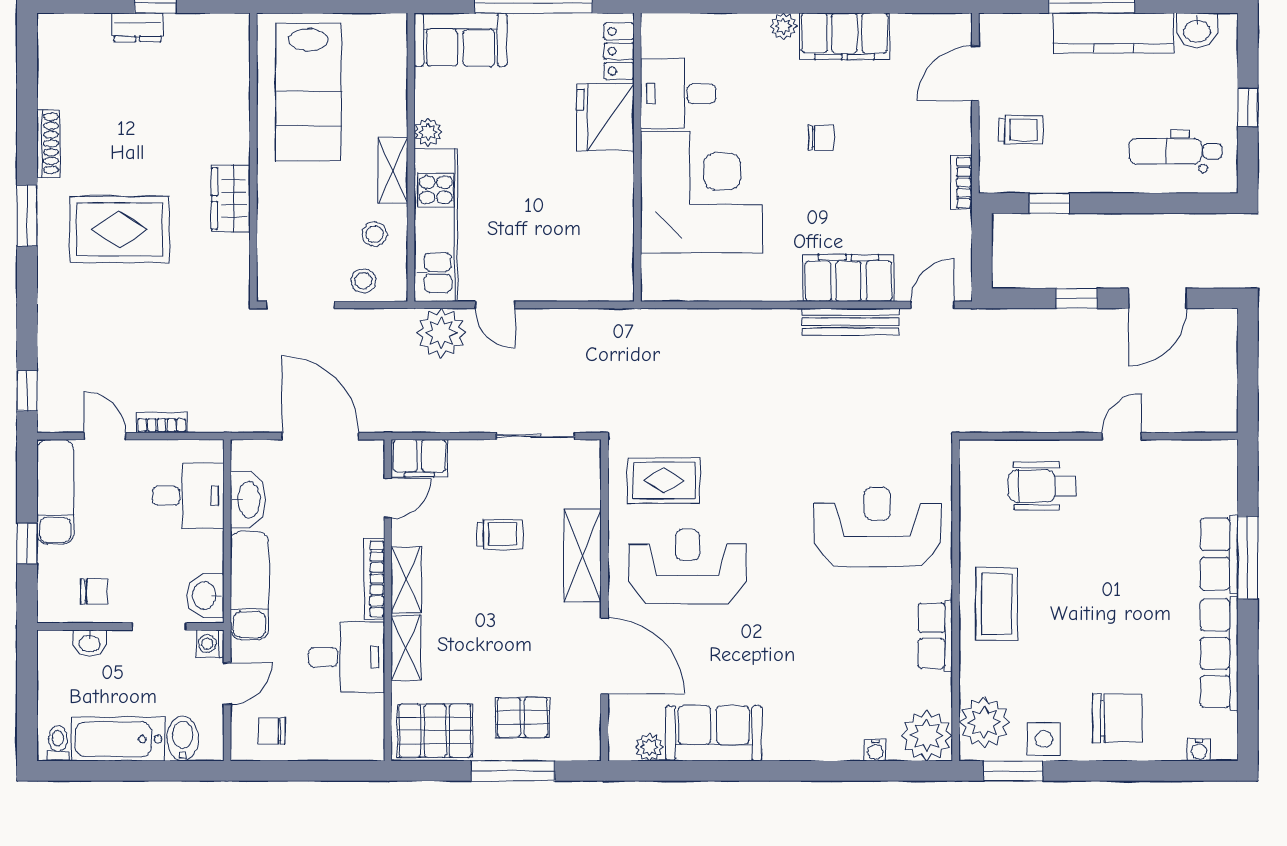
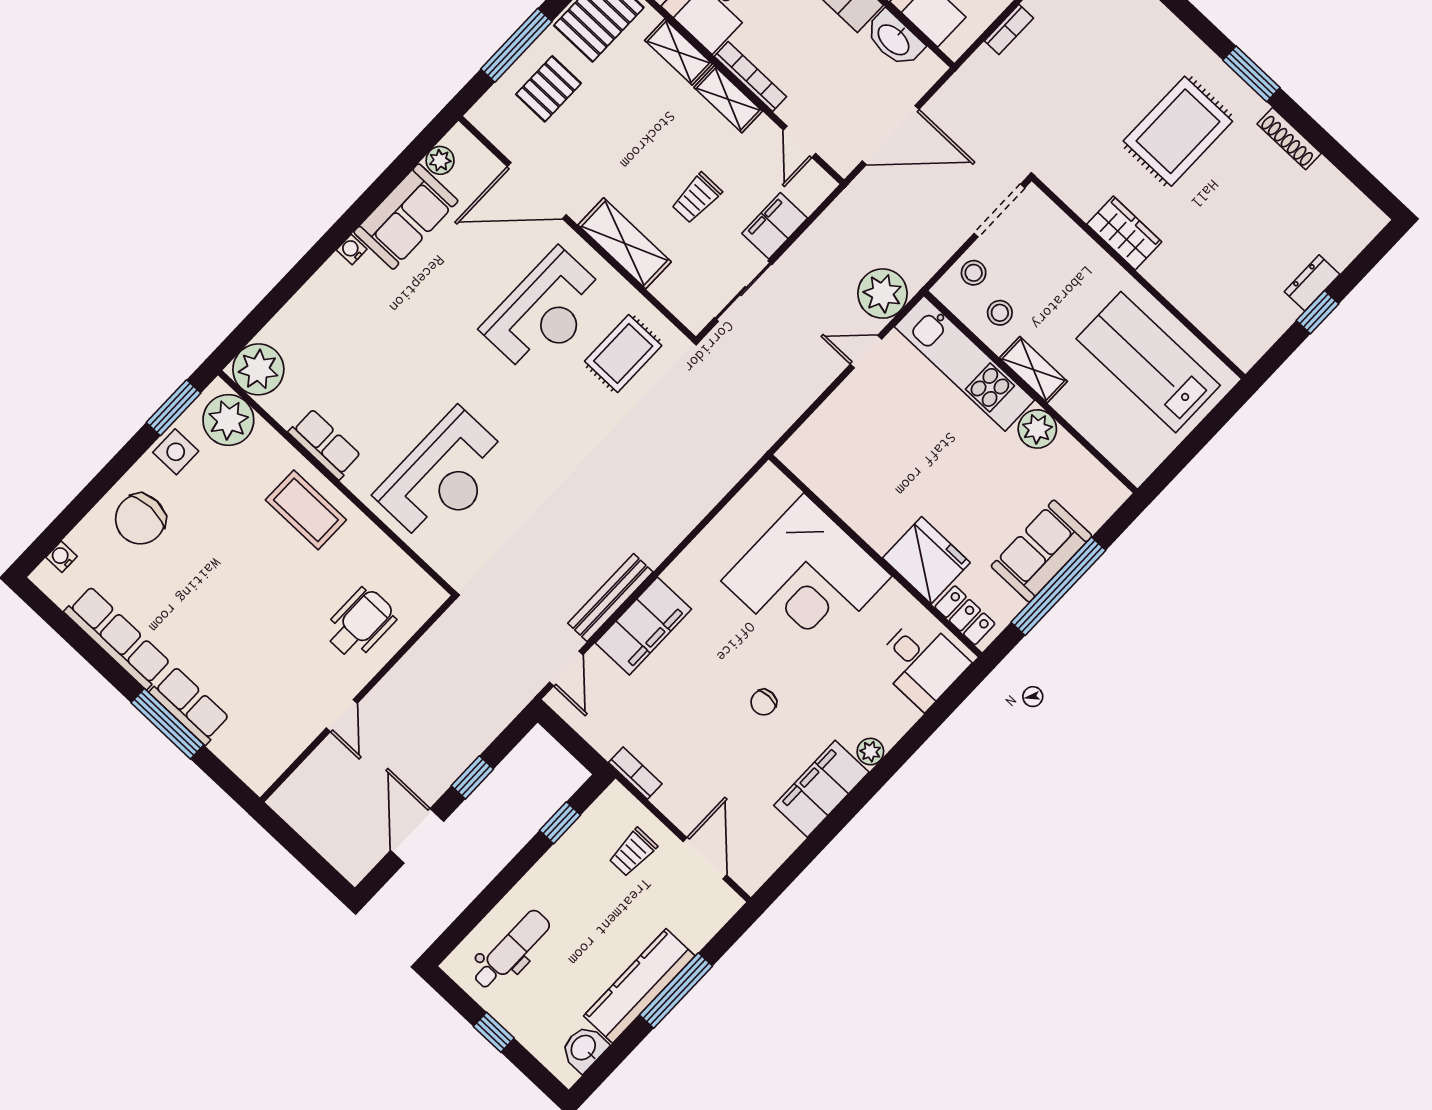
sofa: (460, 40) -> (1041, 551), moved
desk: (678, 94) -> (921, 662), moved, turned 90
plant: (428, 132) -> (1037, 429), width x1.38, depth x1.38
filing cabinet: (419, 458) -> (775, 226), moved
water cooler: (875, 750) -> (352, 250), moved

